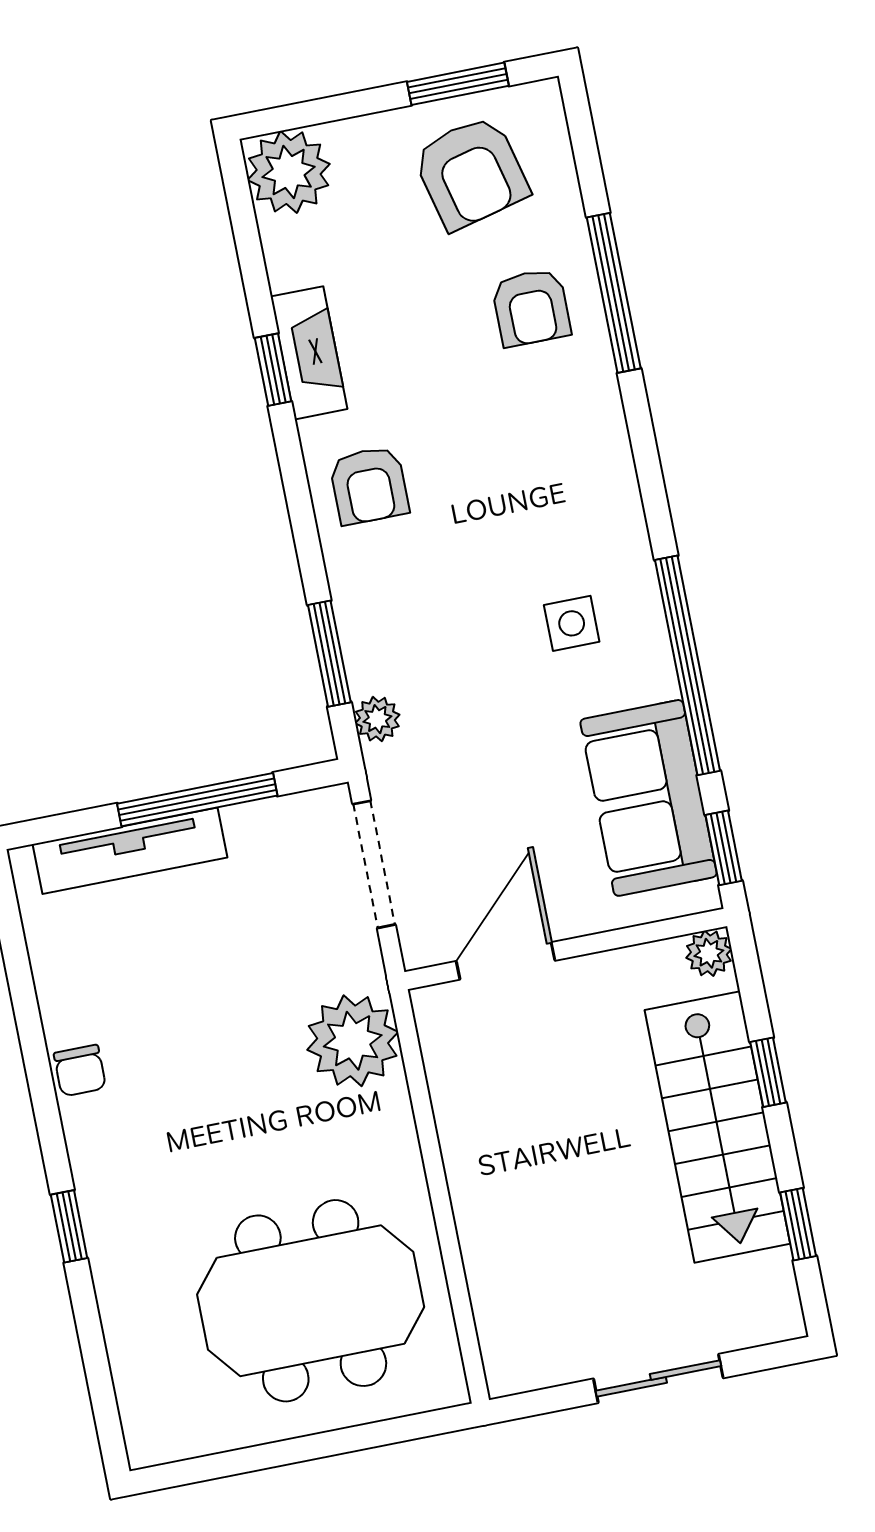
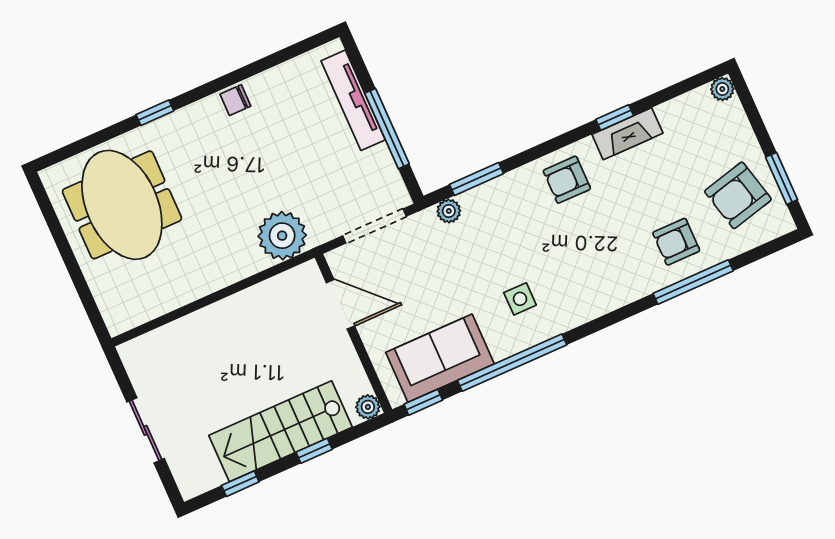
plant: (289, 172) -> (722, 89), width x0.53, depth x0.53
meeting table: (311, 1301) -> (122, 205), moved

